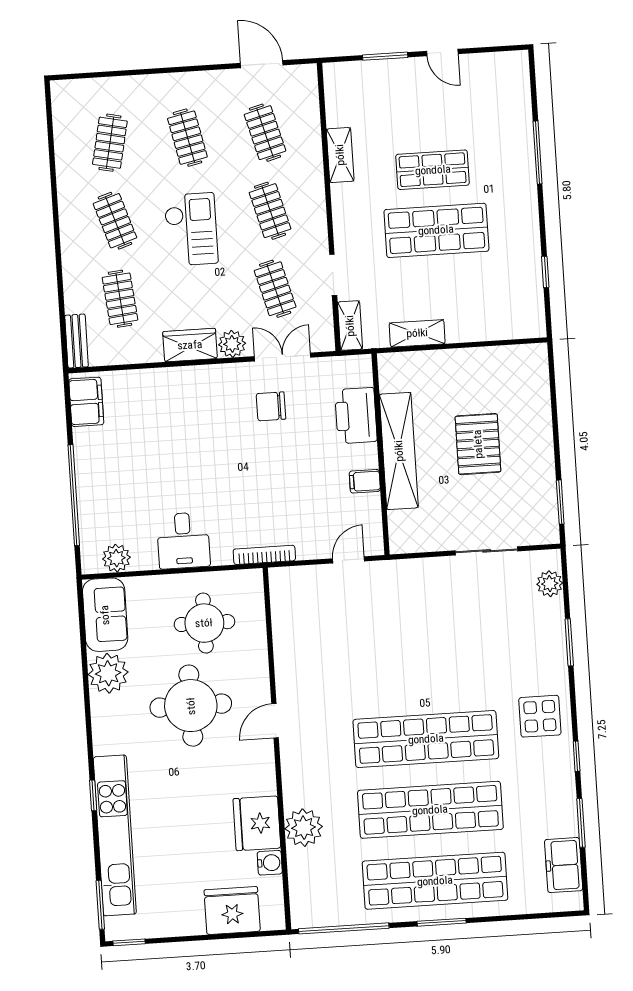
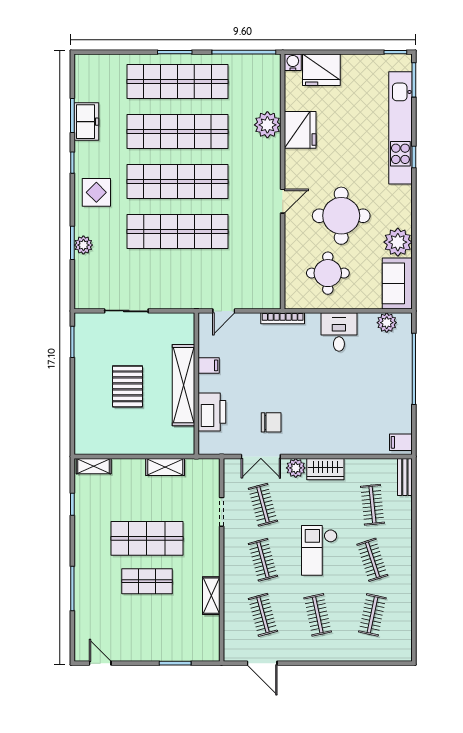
door: (442, 52) -> (100, 663), moved
shelving: (350, 326) -> (94, 466), moved, turned 90
filing cabinet: (86, 402) -> (401, 442), width x0.50
plant: (550, 584) -> (83, 245), moved
shop shelf: (421, 668) -> (178, 232), added
water cooler: (270, 863) -> (293, 62), moved, turned 90
freezer: (564, 865) -> (86, 122), moved

